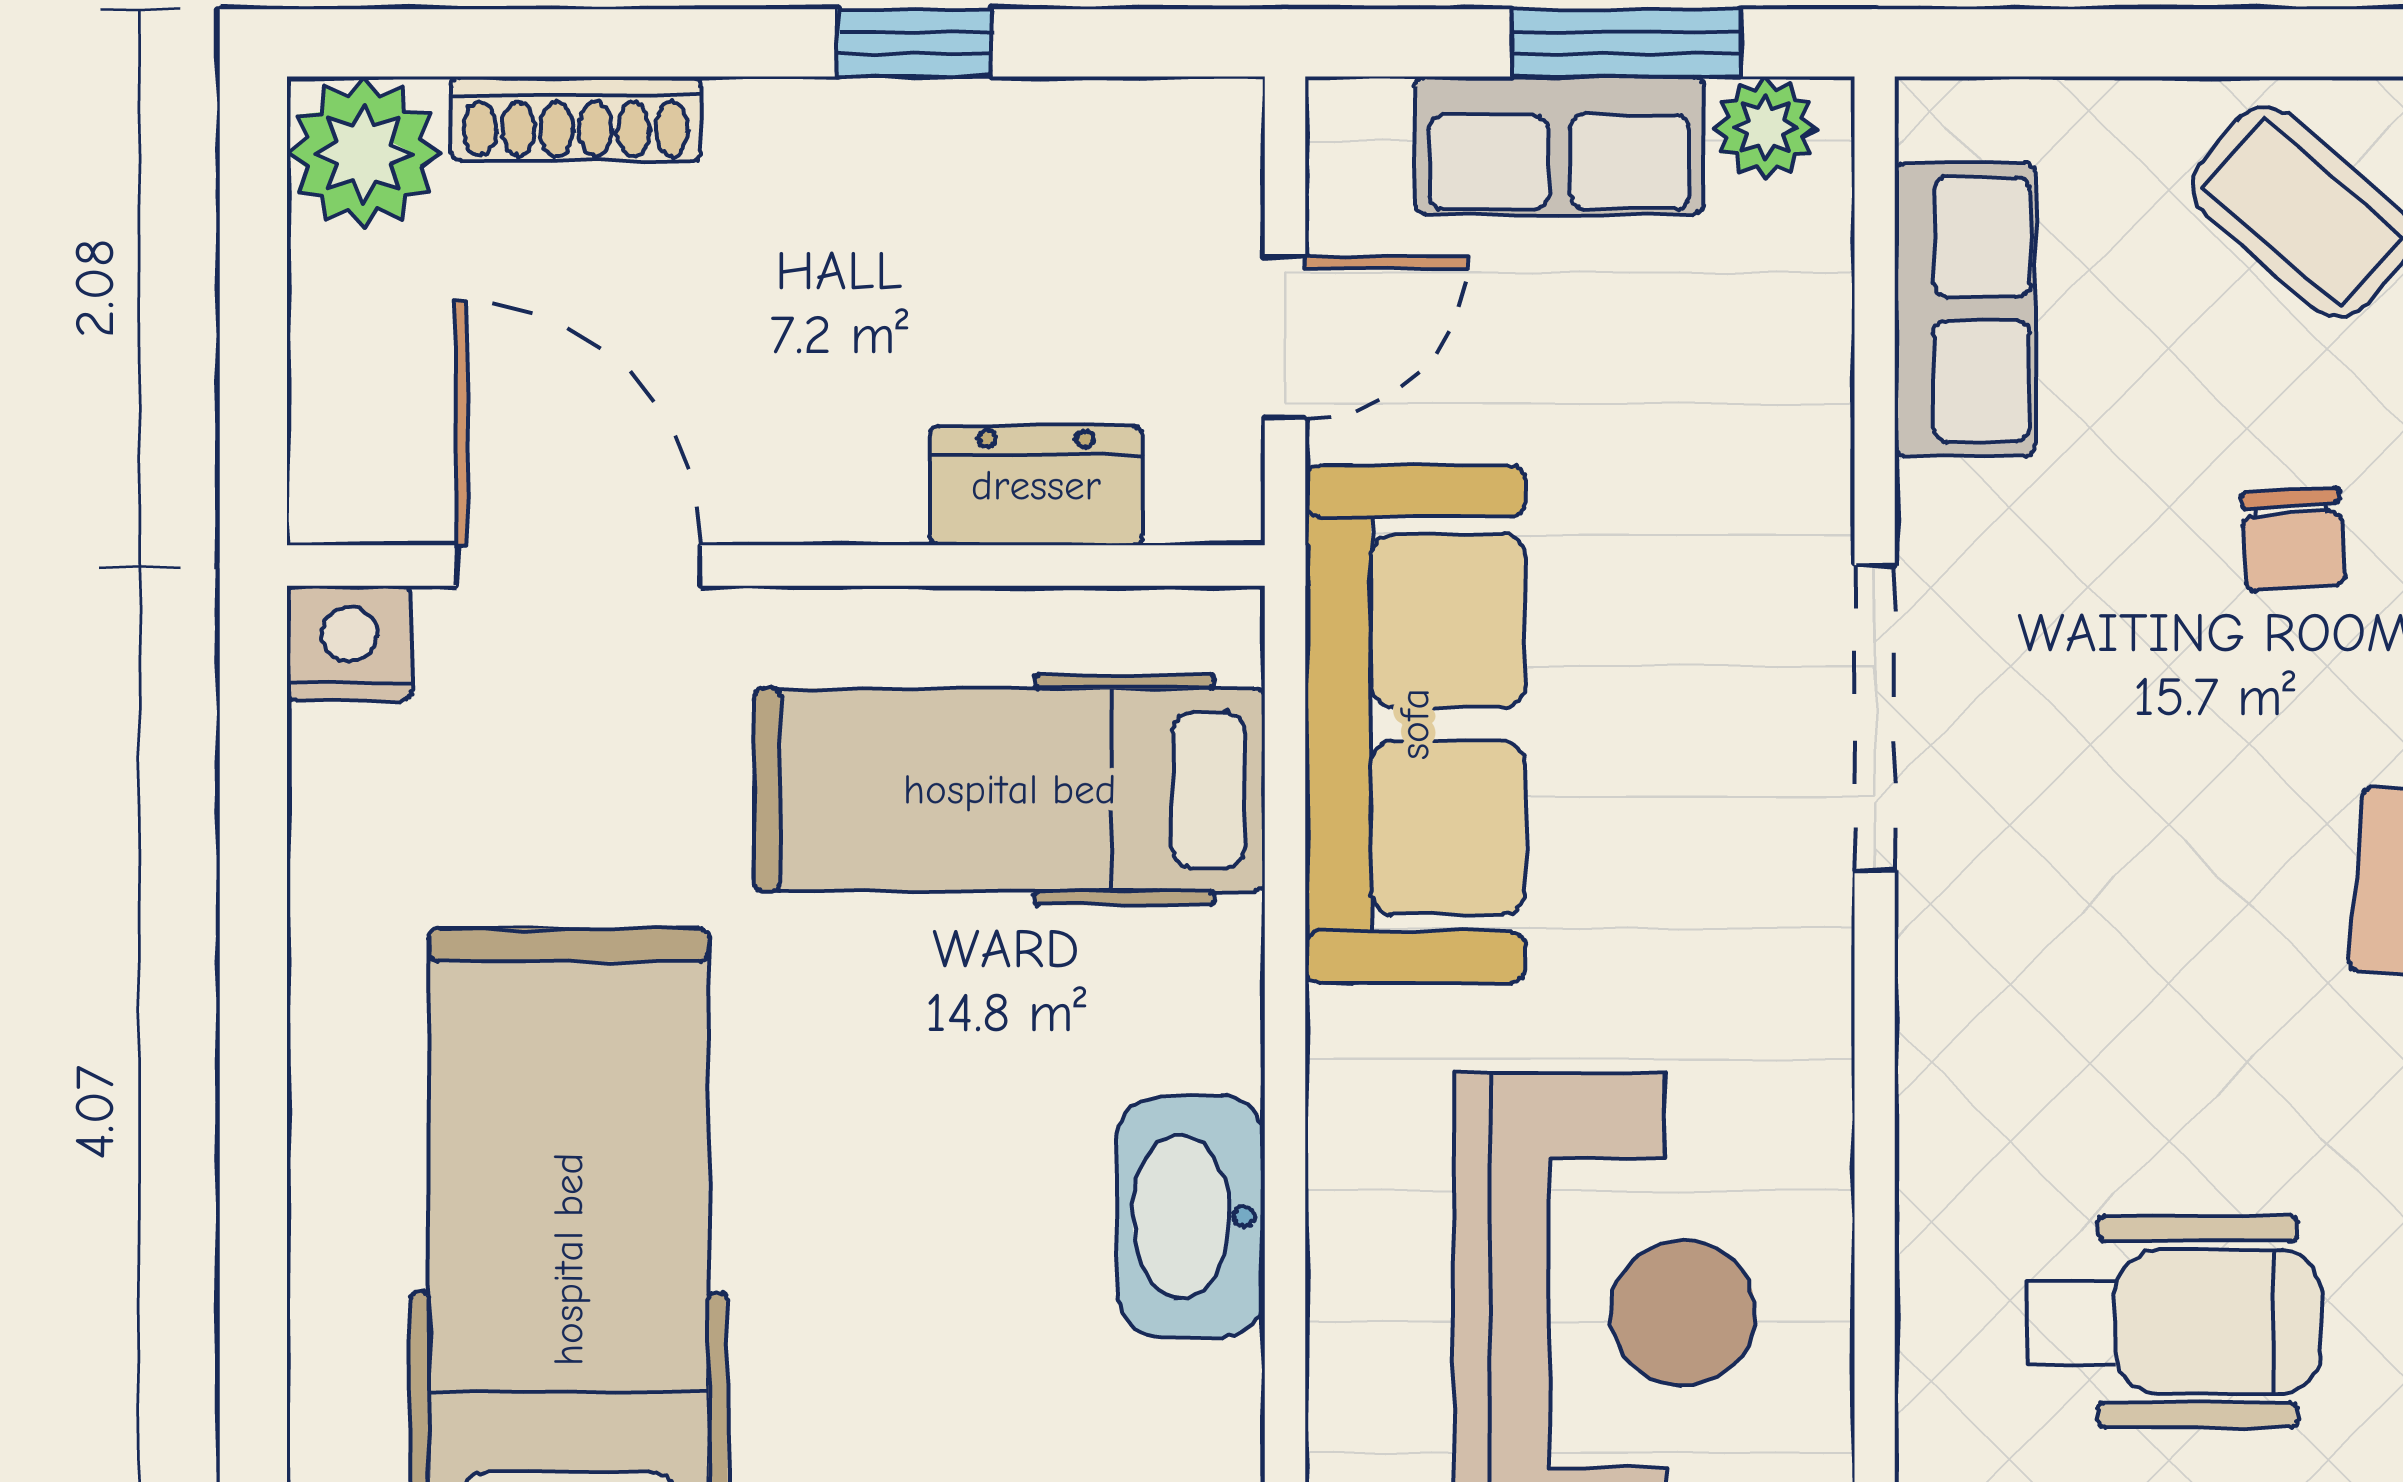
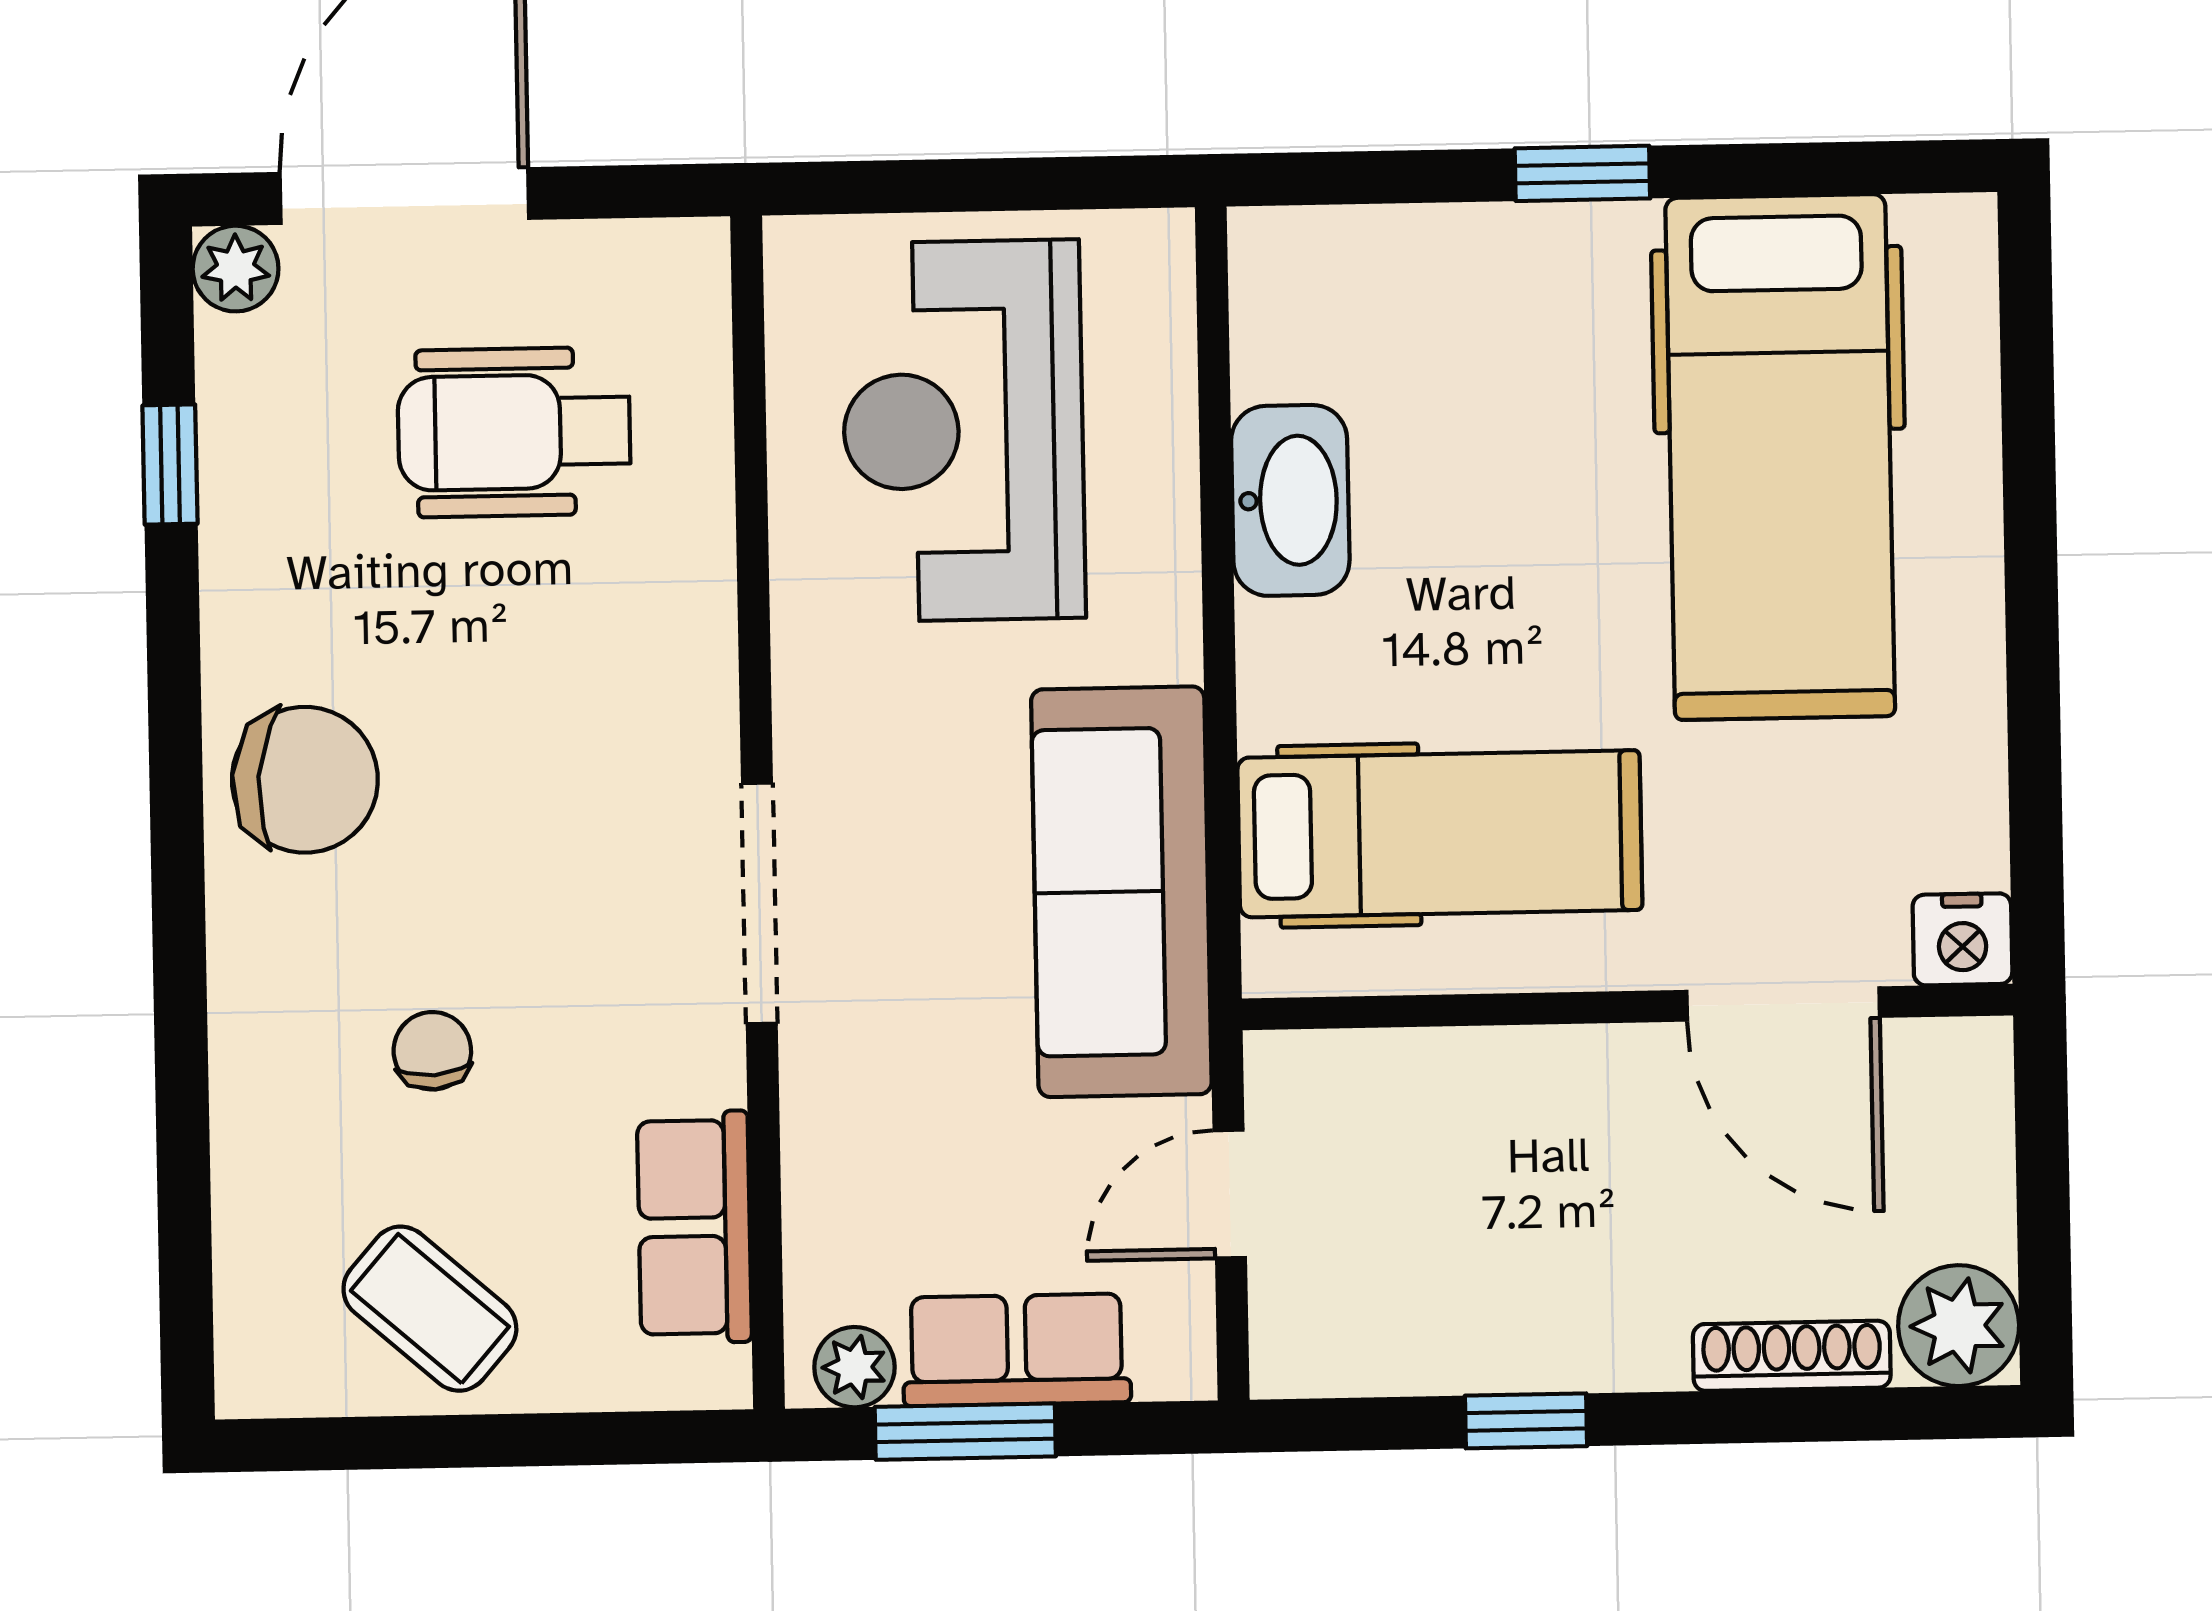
dresser: (1036, 486) -> (1424, 1074), removed

